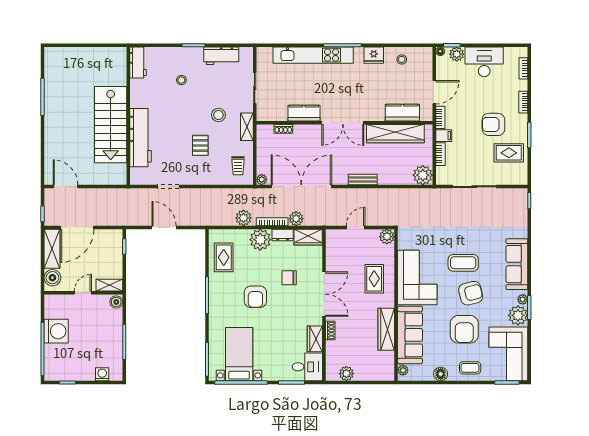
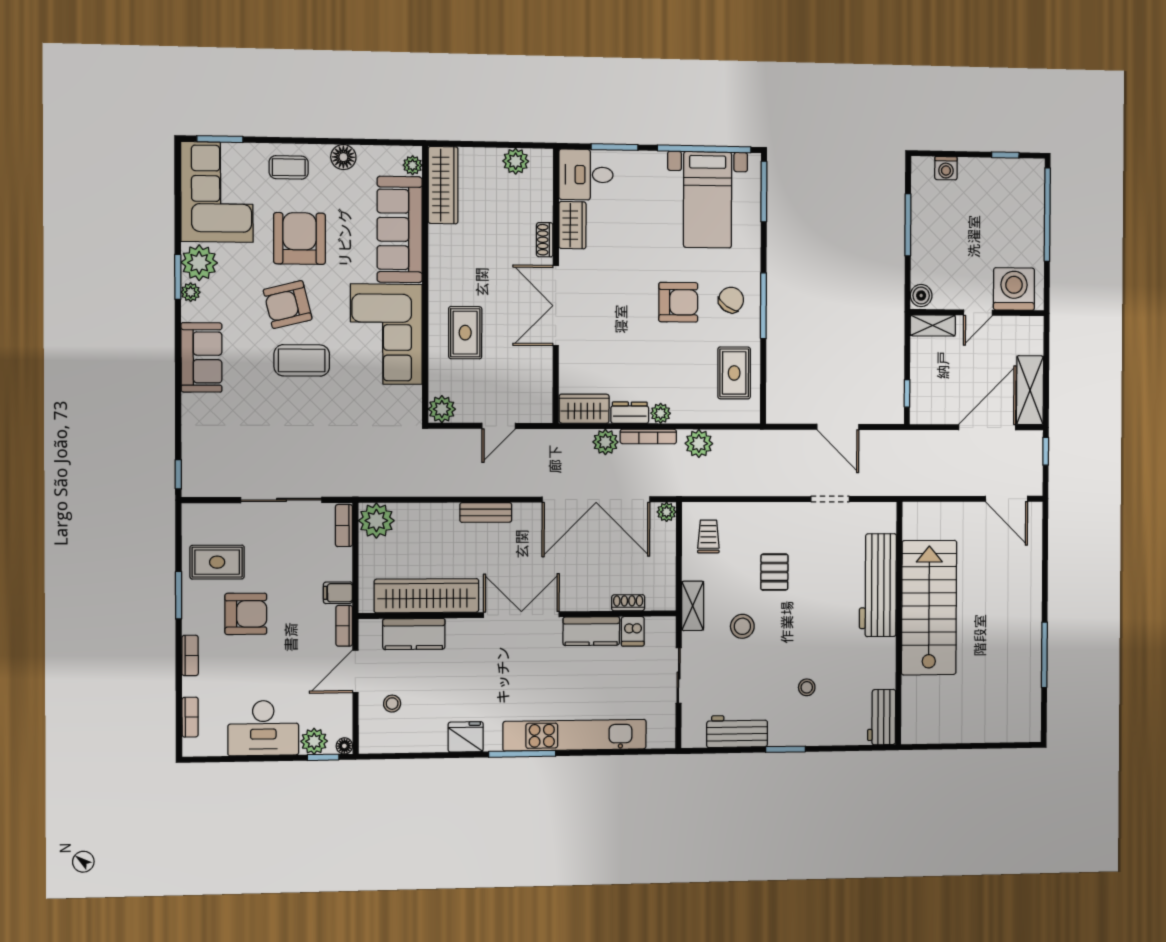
stool: (402, 59) -> (392, 704), moved
dishwasher: (281, 113) -> (633, 631), added
bookcase: (440, 154) -> (344, 526), moved
plant: (260, 240) -> (661, 413), width x0.53, depth x0.53
sofa: (517, 264) -> (201, 357), width x0.73
boiler: (52, 278) -> (1030, 339), removed
chair: (289, 278) -> (731, 300), moved, turned -55
armchair: (255, 297) -> (678, 302), turned 90
wardrobe: (386, 329) -> (443, 185), moved
washing machine: (56, 331) -> (1014, 289), moved, turned 90

